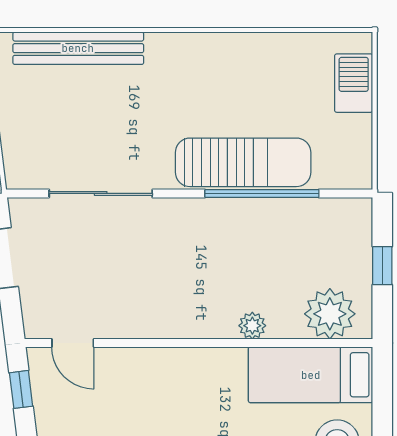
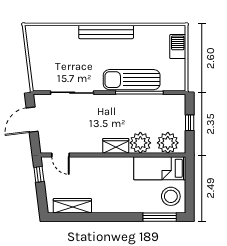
bench: (78, 48) -> (106, 32), moved
sun lounger: (243, 162) -> (132, 80), turned 180
wardrobe: (205, 321) -> (116, 146), added
plant: (252, 326) -> (140, 143), width x1.88, depth x1.88

